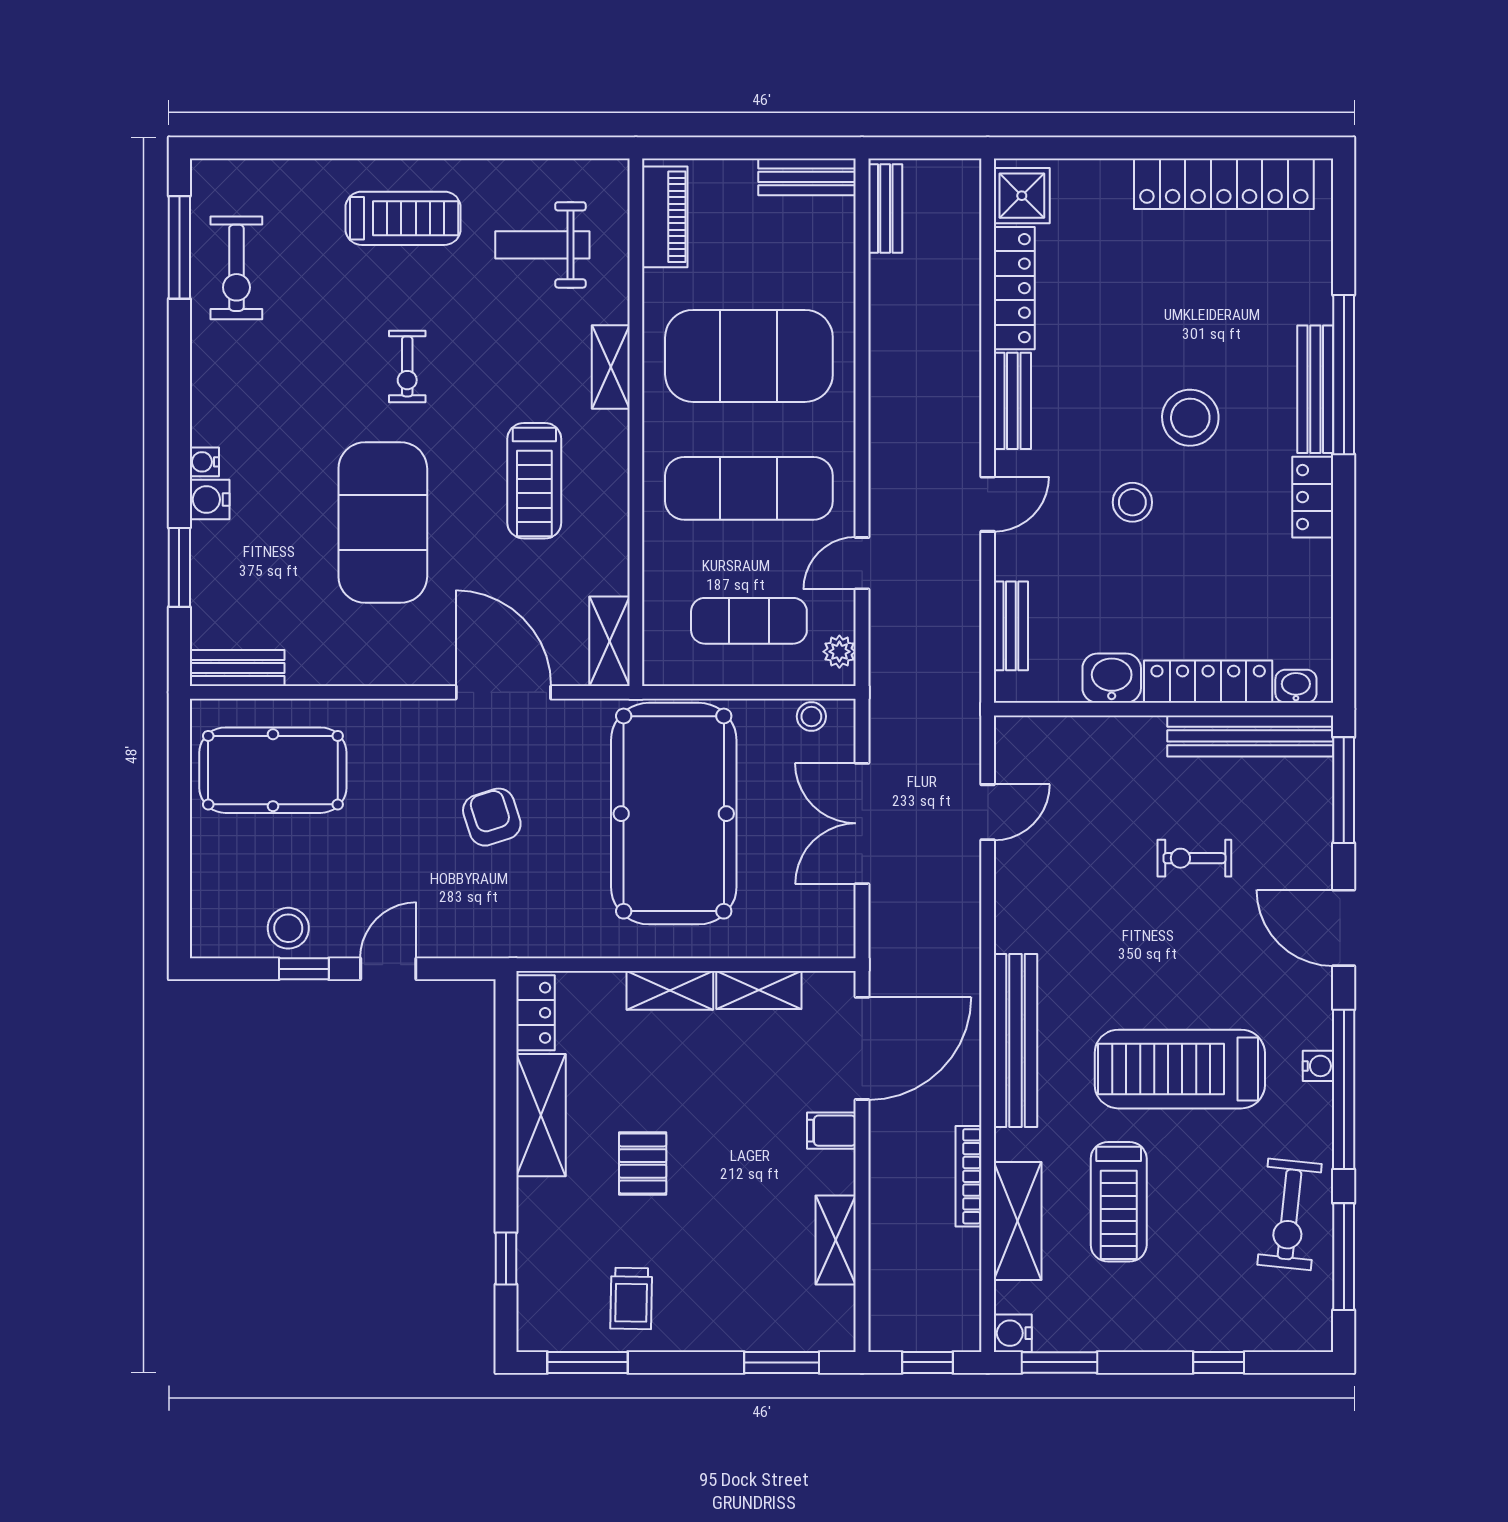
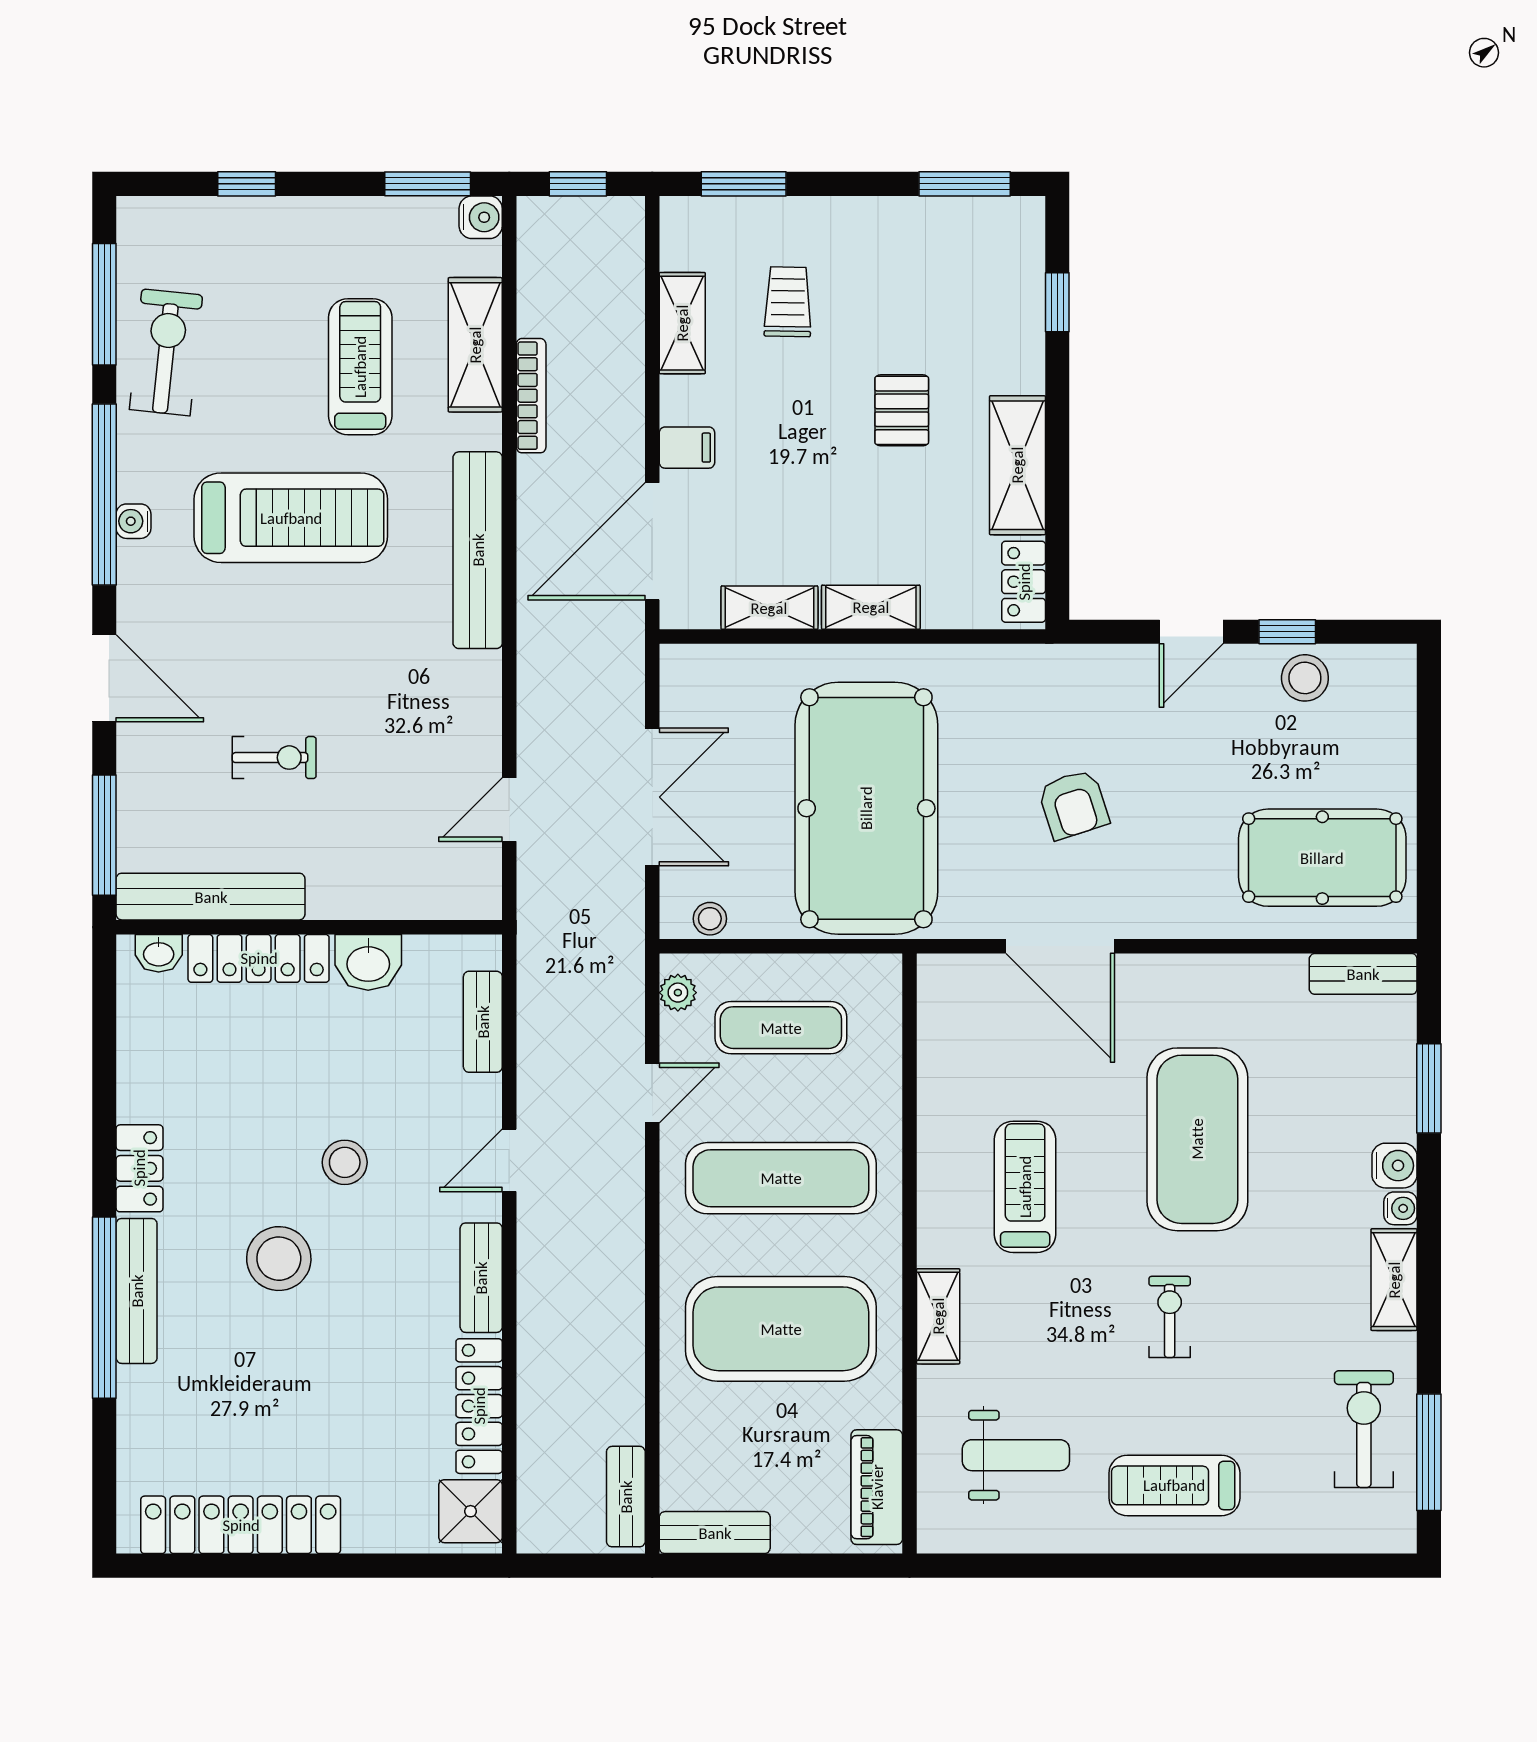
shelving: (609, 641) -> (1394, 1280), moved
trolley: (631, 1299) -> (788, 302), moved

